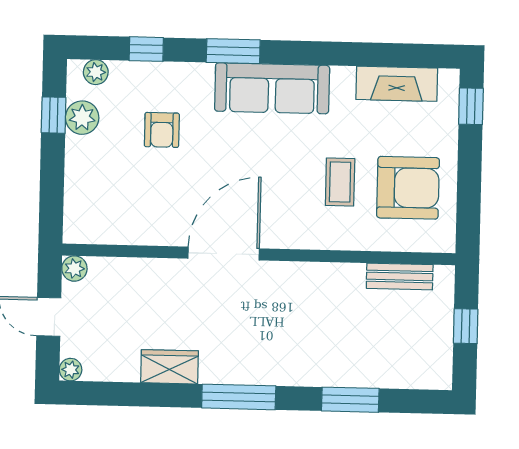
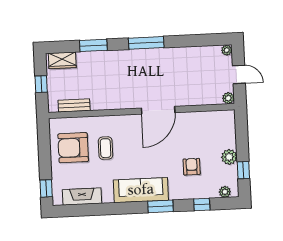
plant: (82, 118) -> (229, 157), moved
wardrobe: (170, 367) -> (62, 60), moved

